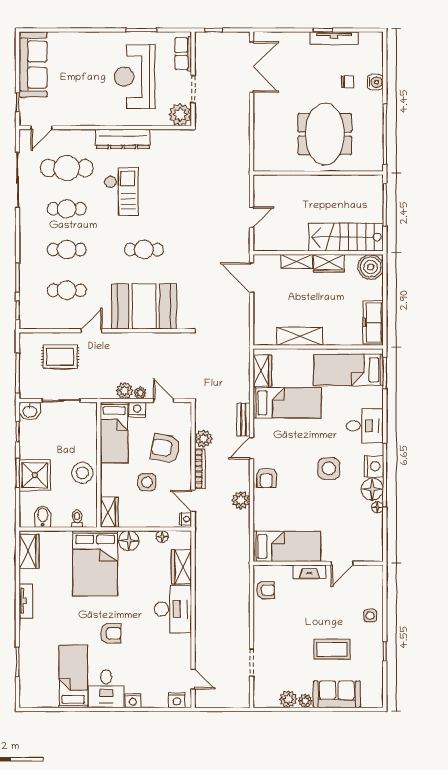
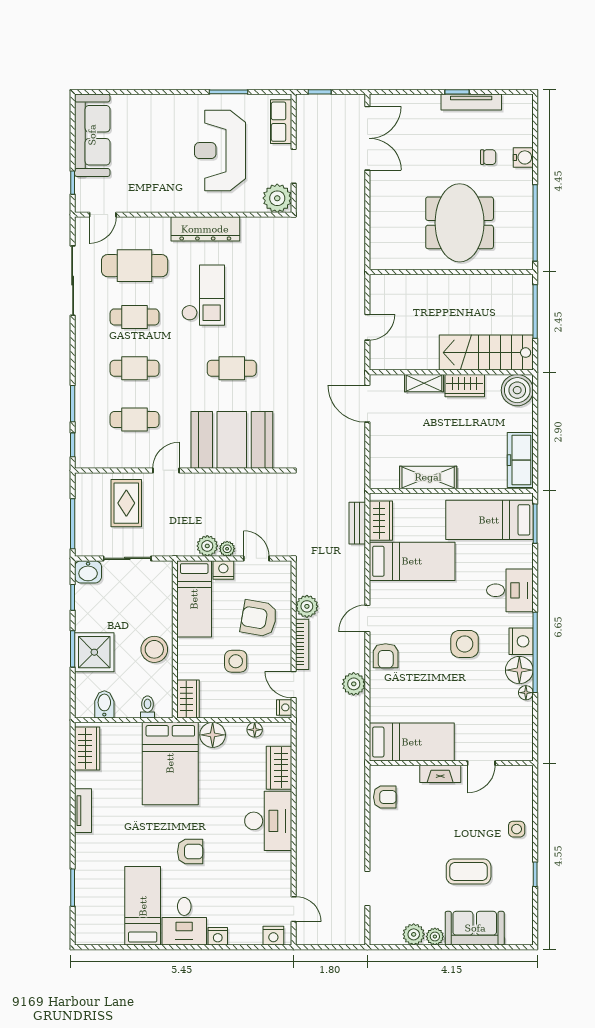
rug: (60, 357) -> (126, 503), turned 90
bench: (244, 420) -> (357, 523), moved

